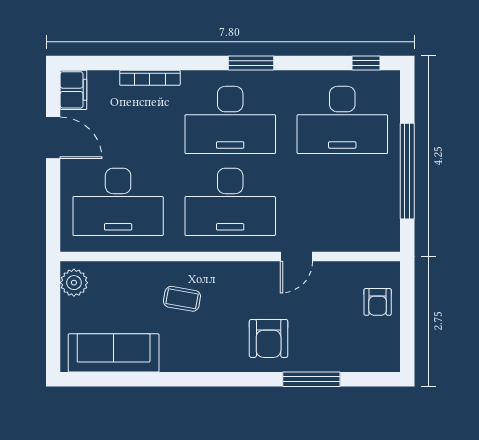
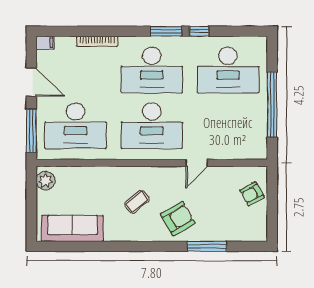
window: (366, 63) -> (199, 31), moved
filing cabinet: (73, 90) -> (45, 43), width x0.50
window: (53, 209) -> (31, 131), added
coffee table: (182, 299) -> (137, 202), moved, turned -49
armchair: (378, 302) -> (252, 194), turned 61
armchair: (269, 338) -> (178, 219), turned -120

